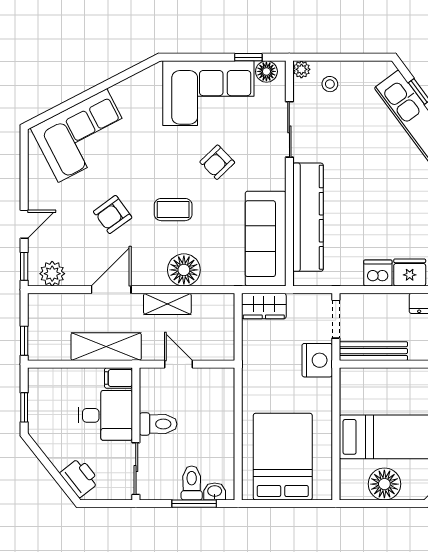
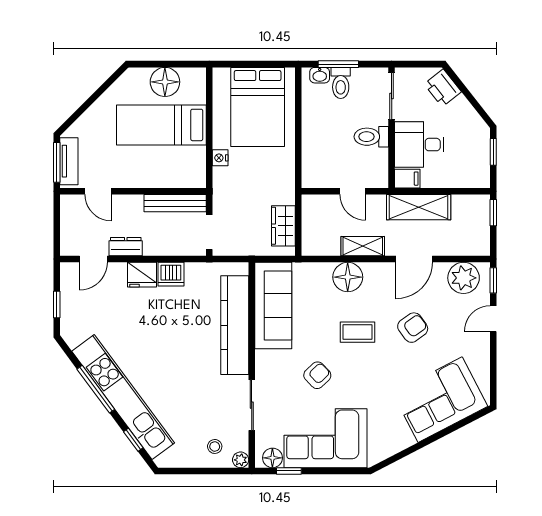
plant: (52, 274) -> (464, 278), width x1.36, depth x1.36
wardrobe: (264, 306) -> (283, 226), moved, turned -90
nightstand: (317, 360) -> (220, 158), moved, width x0.53, depth x0.56

